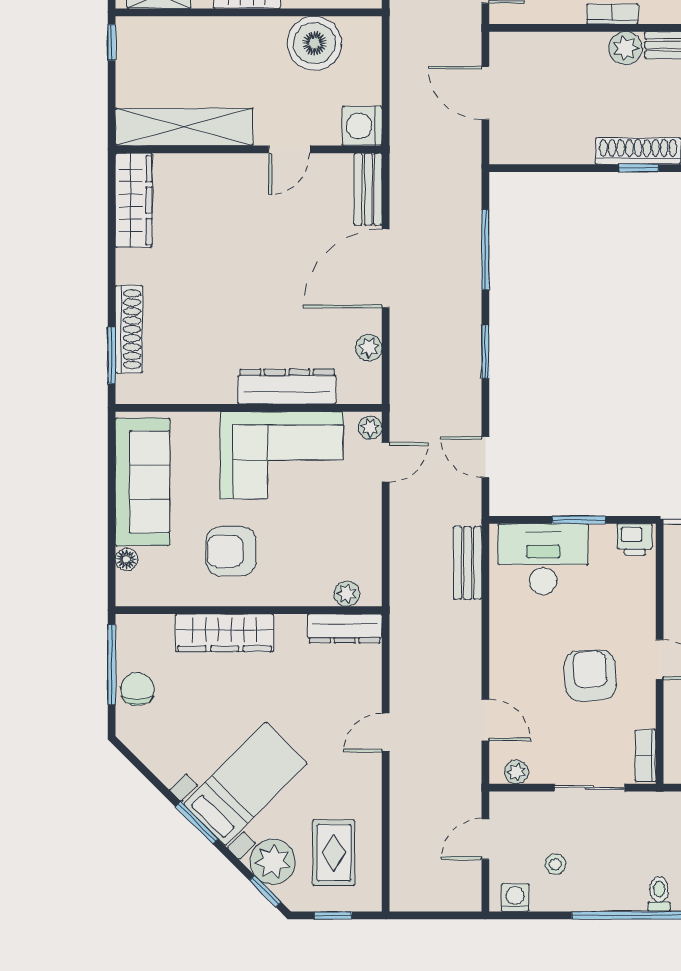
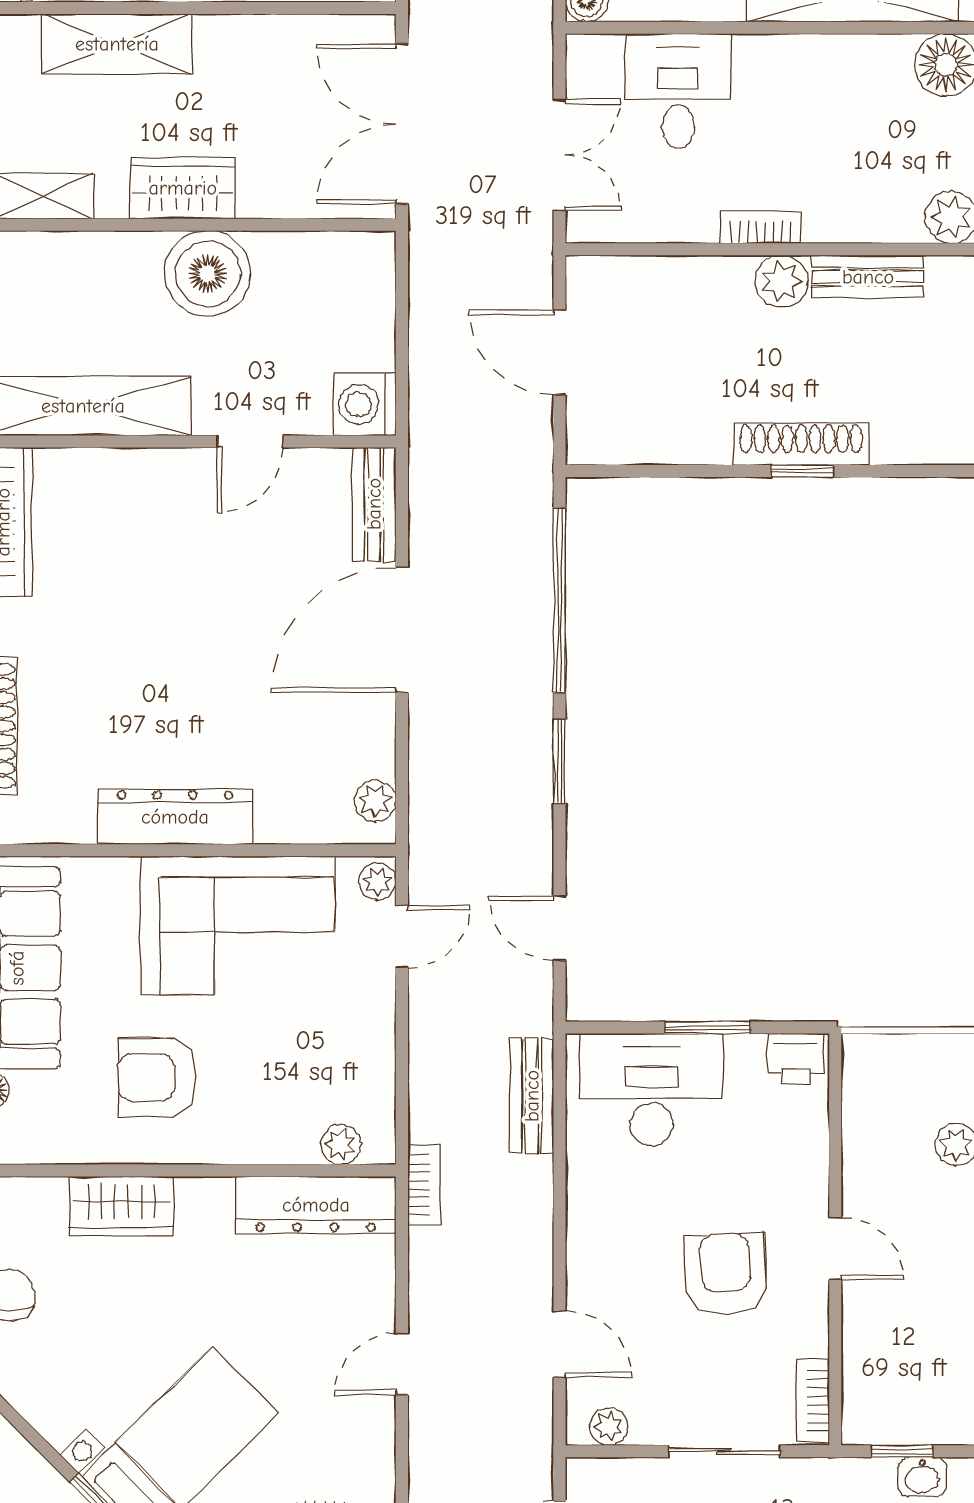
boiler: (314, 43) -> (208, 274), moved
window: (485, 250) -> (560, 600), width x1.46
plant: (369, 348) -> (375, 801), moved
dresser: (287, 387) -> (175, 817), moved
bookcase: (399, 619) -> (424, 1185), added
dresser: (345, 628) -> (316, 1205), width x1.37, depth x1.24
wardrobe: (225, 633) -> (121, 1206), width x0.67

